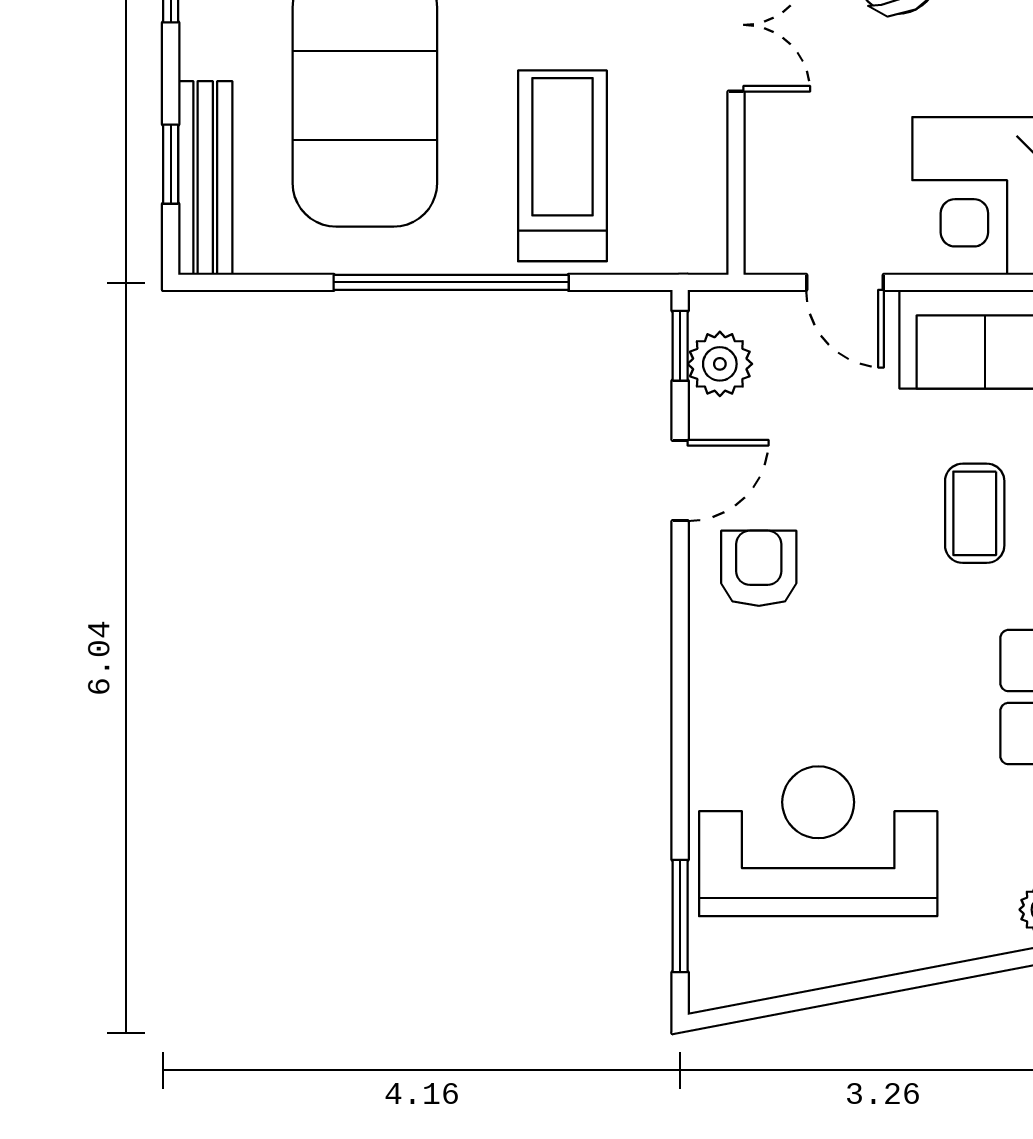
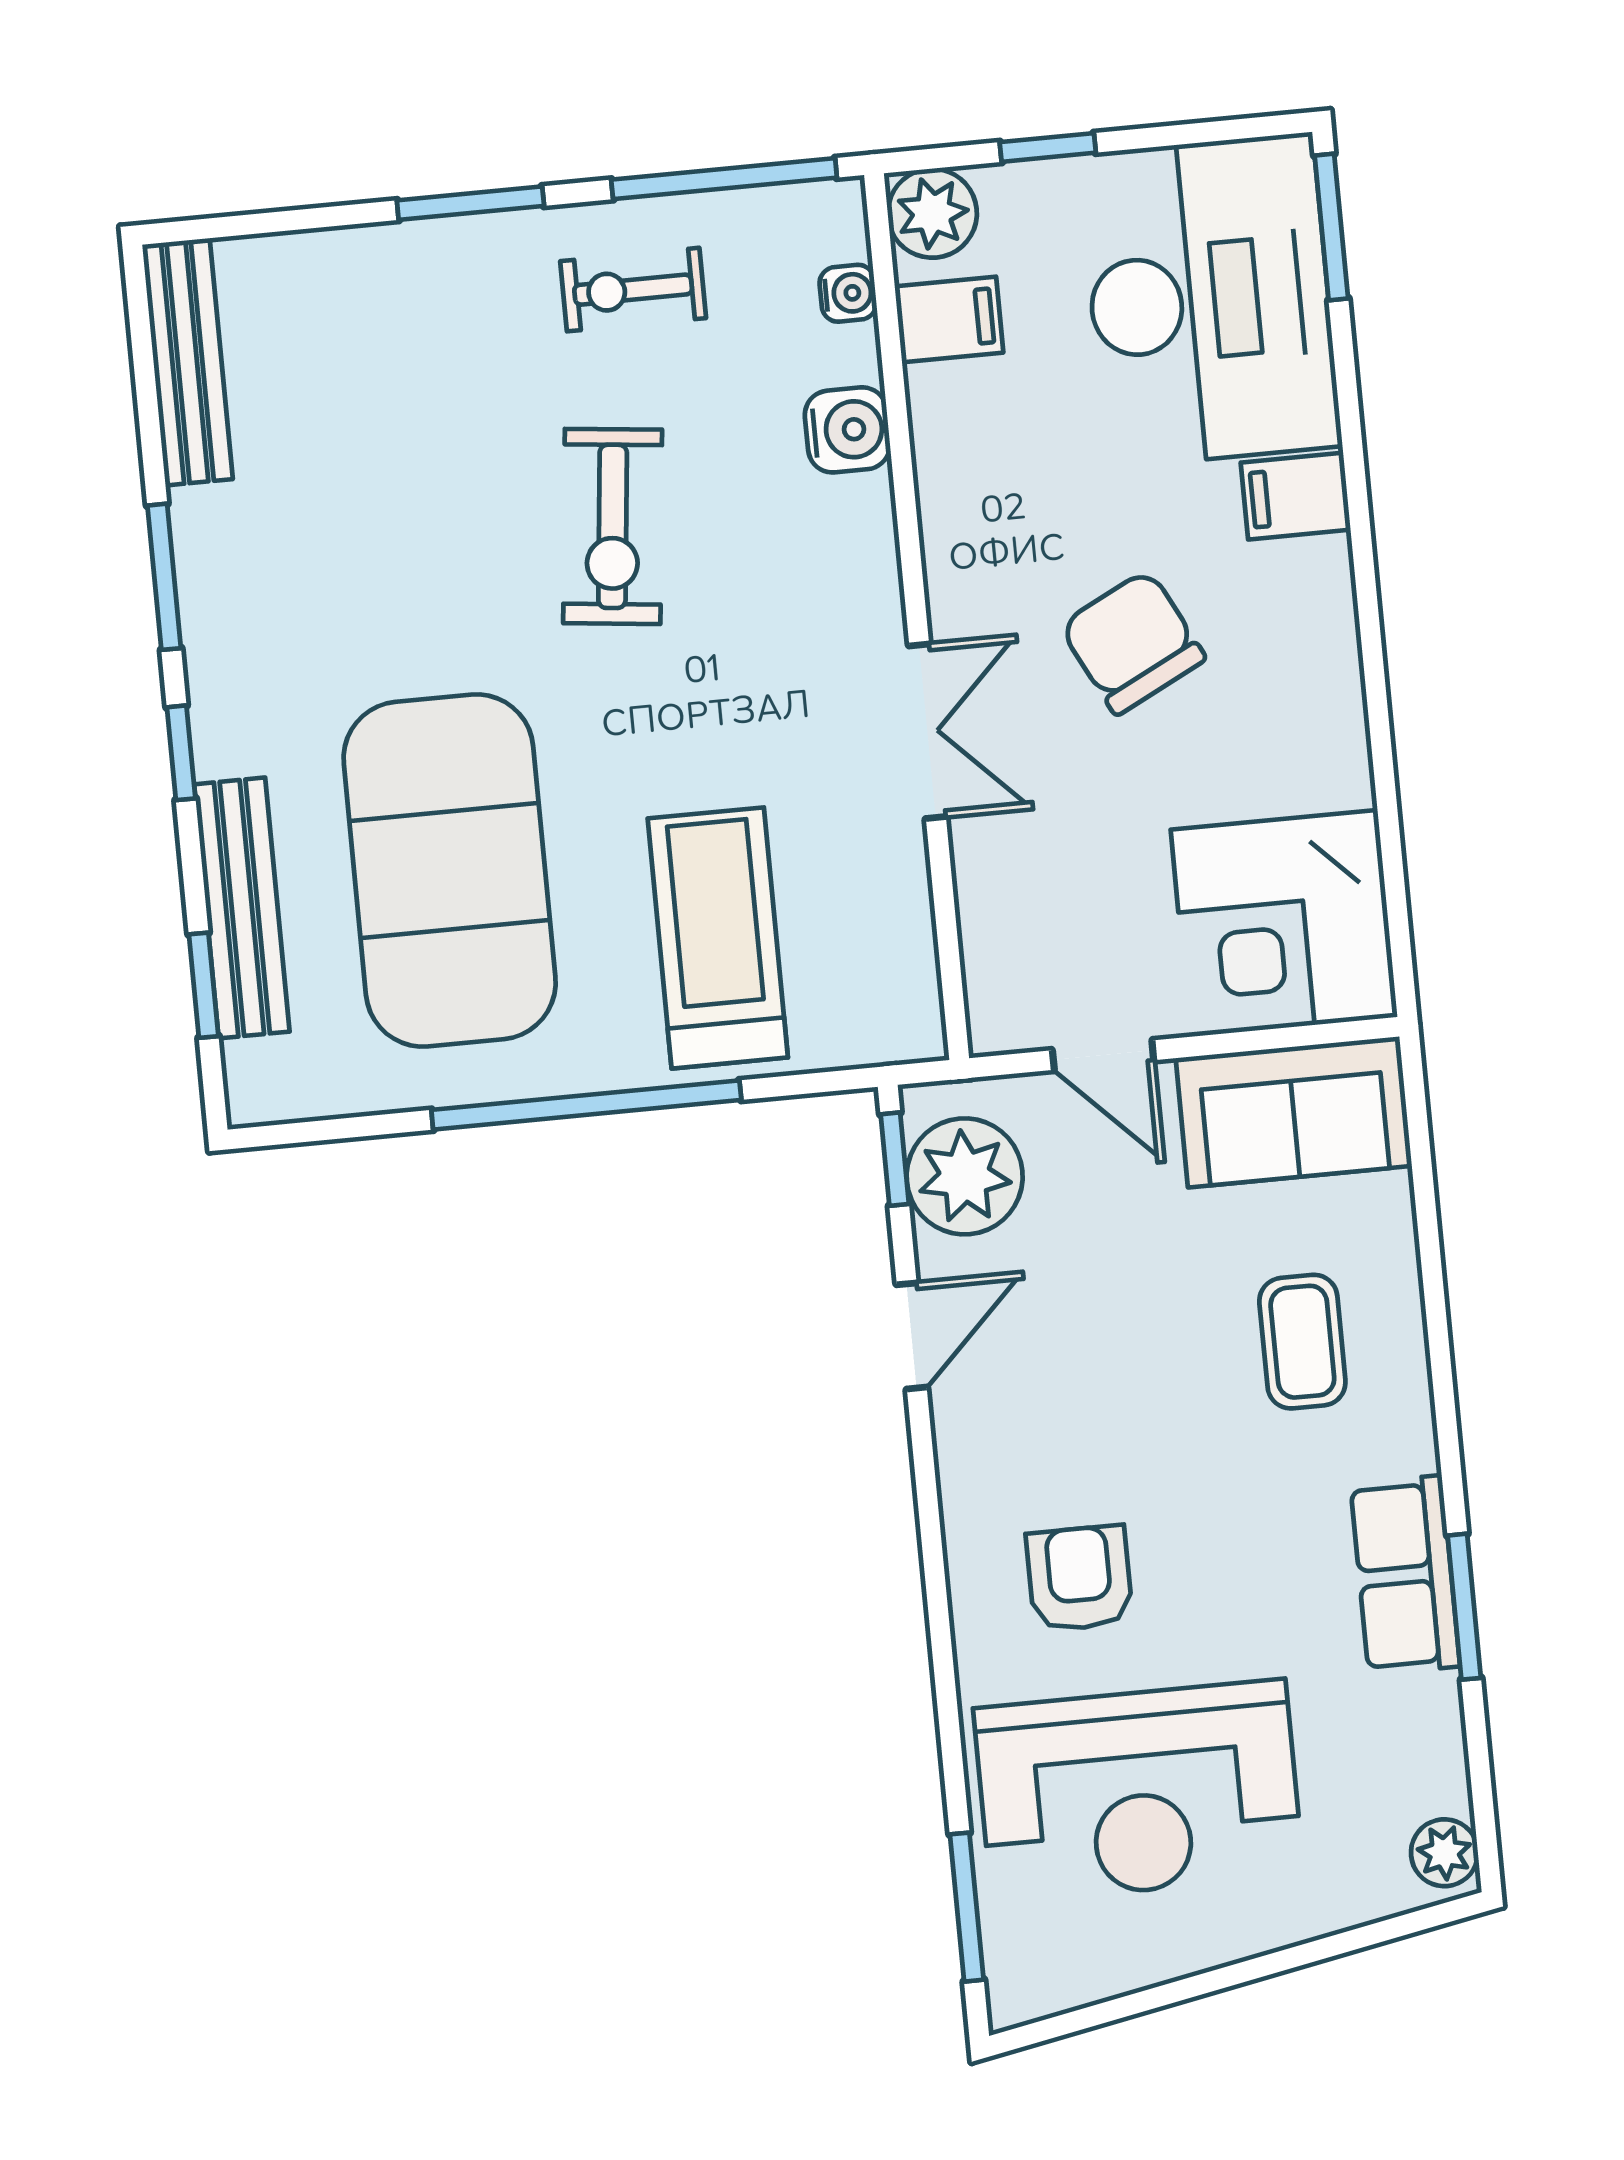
bench: (205, 178) -> (242, 908), moved
plant: (720, 364) -> (965, 1176), width x1.36, depth x1.36
armchair: (759, 568) -> (1079, 1578), moved
reception desk: (818, 841) -> (1139, 1792), turned 180

